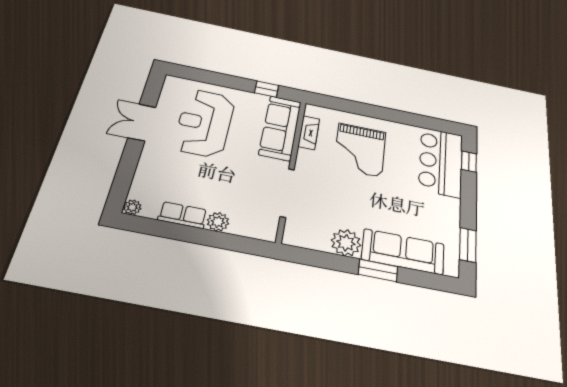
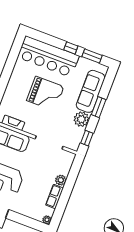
grand piano: (360, 150) -> (45, 94), moved
bar counter: (441, 162) -> (48, 57), width x1.36
window: (469, 162) -> (71, 48), moved
window: (312, 258) -> (87, 138), added

